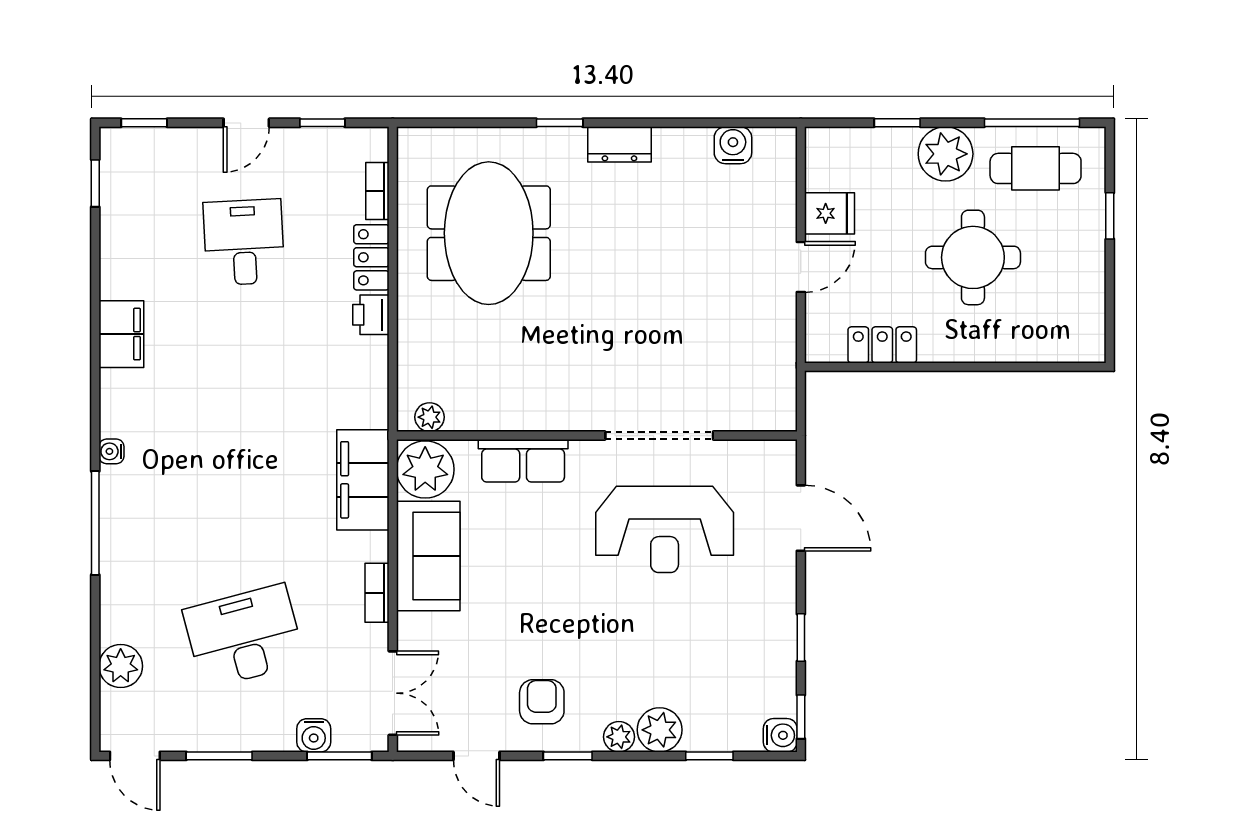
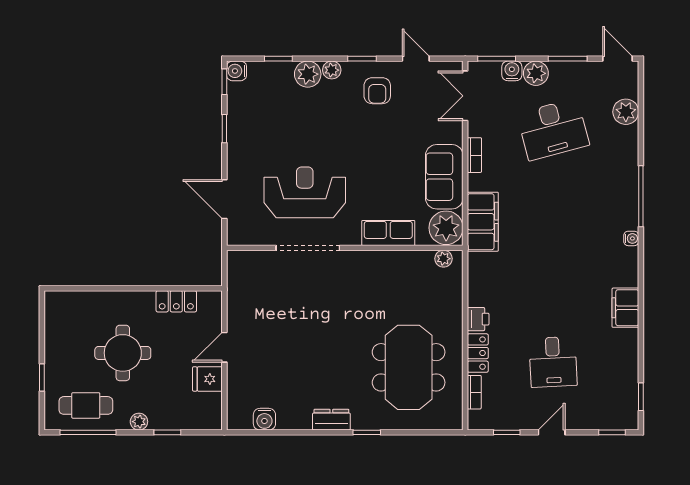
plant: (946, 154) -> (139, 422), width x0.53, depth x0.53
plant: (273, 731) -> (536, 73), added

